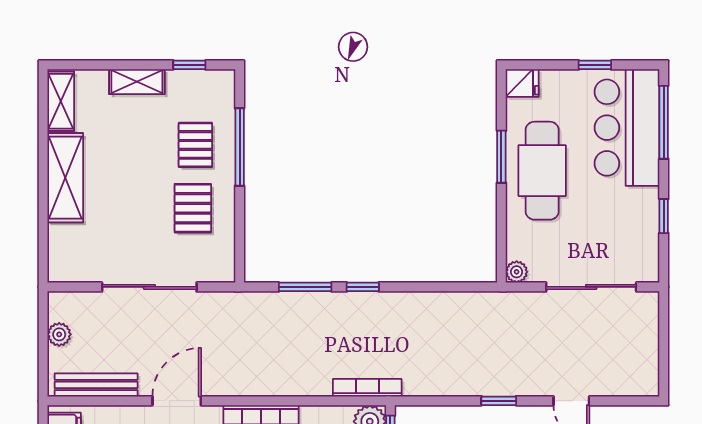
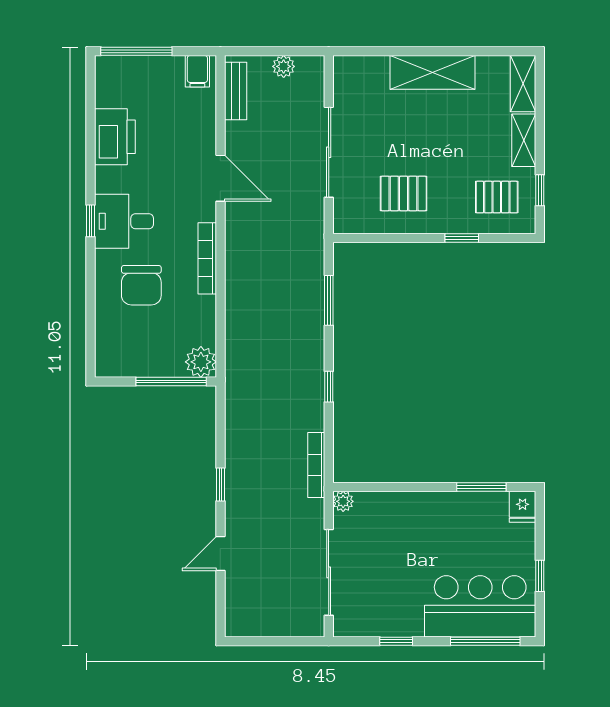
shelving: (61, 101) -> (523, 84), moved, turned 90
pallet: (195, 145) -> (497, 197), moved
window: (240, 147) -> (462, 238), width x0.46
window: (501, 157) -> (481, 487), moved
cafe table: (542, 171) -> (439, 526), removed
window: (363, 287) -> (329, 387), moved
bench: (96, 385) -> (236, 91), width x0.73
bookcase: (367, 388) -> (316, 465), moved, turned 180

